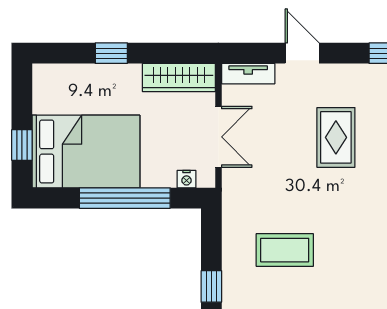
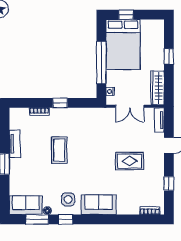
coffee table: (285, 250) -> (59, 150), moved

